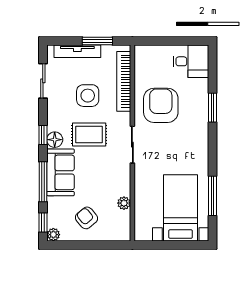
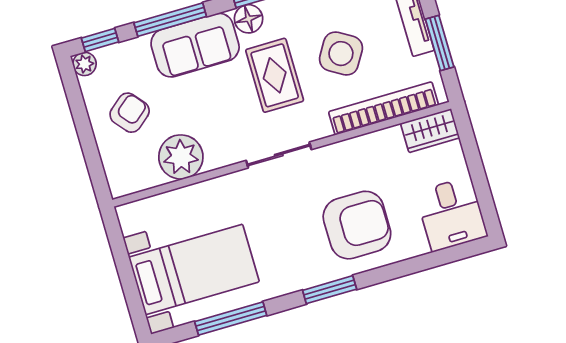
wardrobe: (143, 60) -> (430, 131), added
side table: (88, 96) -> (341, 54), turned 31
armchair: (161, 105) -> (357, 225), moved
window: (212, 108) -> (330, 290), moved
plant: (124, 203) -> (181, 157), width x1.88, depth x1.88

